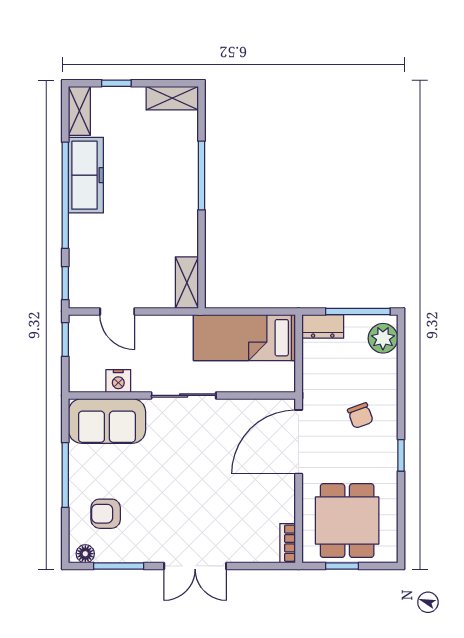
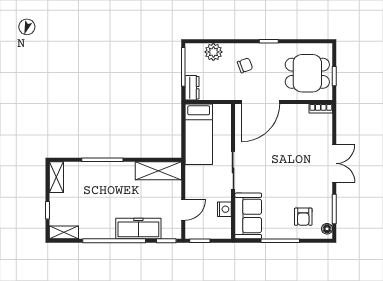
freezer: (86, 175) -> (138, 228), moved
shelving: (187, 283) -> (158, 171), width x1.50, depth x1.33
plant: (383, 338) -> (213, 52), moved
door: (299, 442) -> (261, 102), hinge flipped

